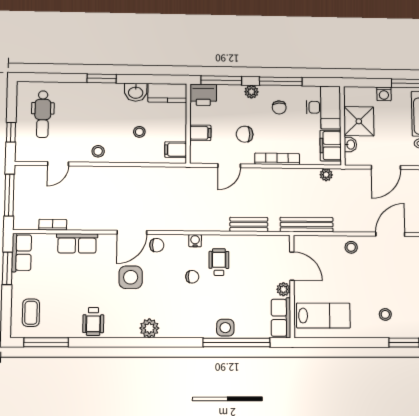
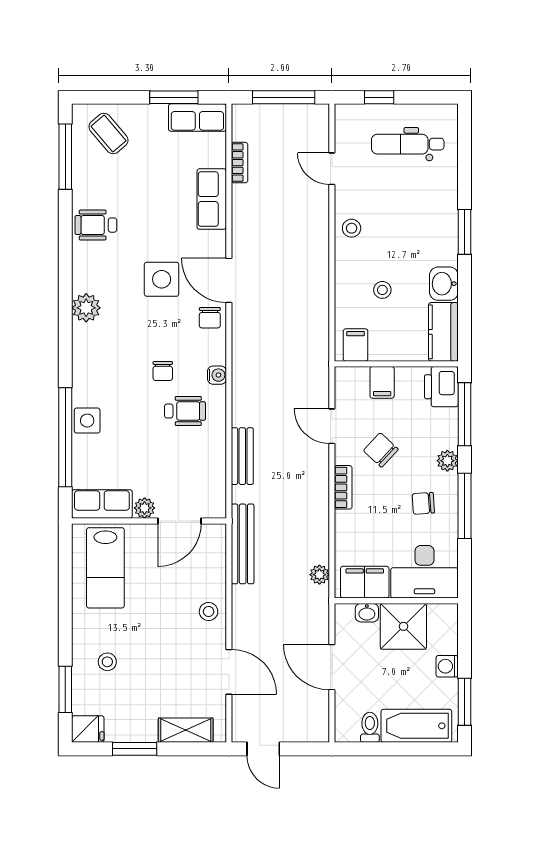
chair: (245, 134) -> (381, 450), turned -47
bookcase: (277, 159) -> (343, 487), width x0.64
coffee table: (31, 313) -> (108, 133), turned 50

